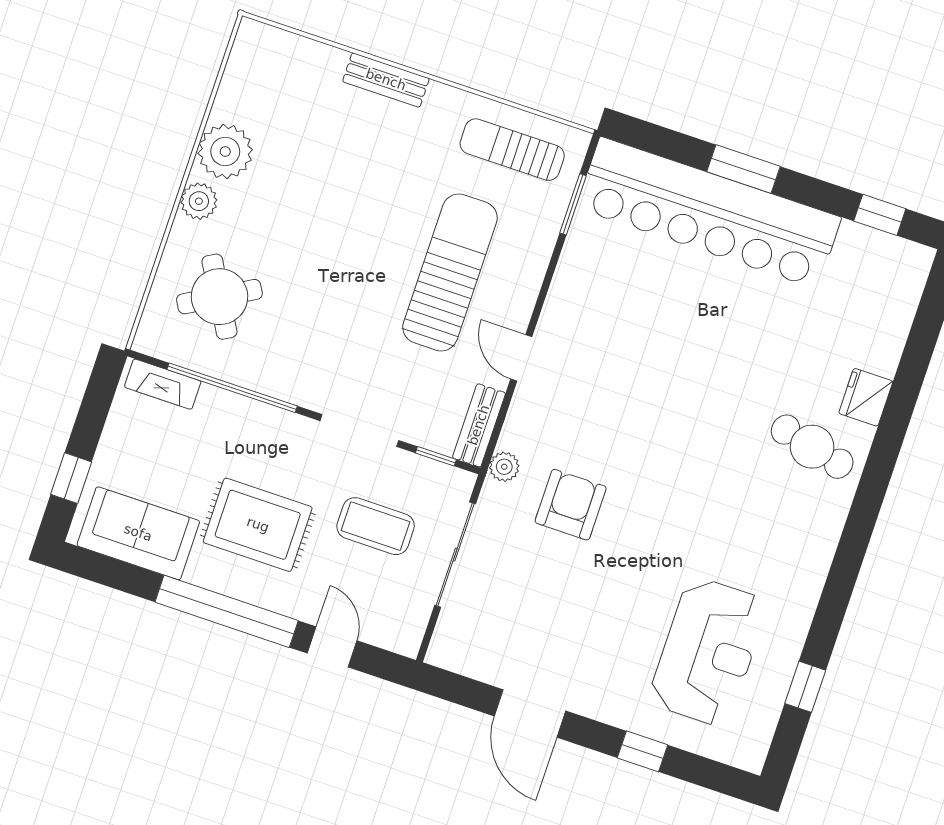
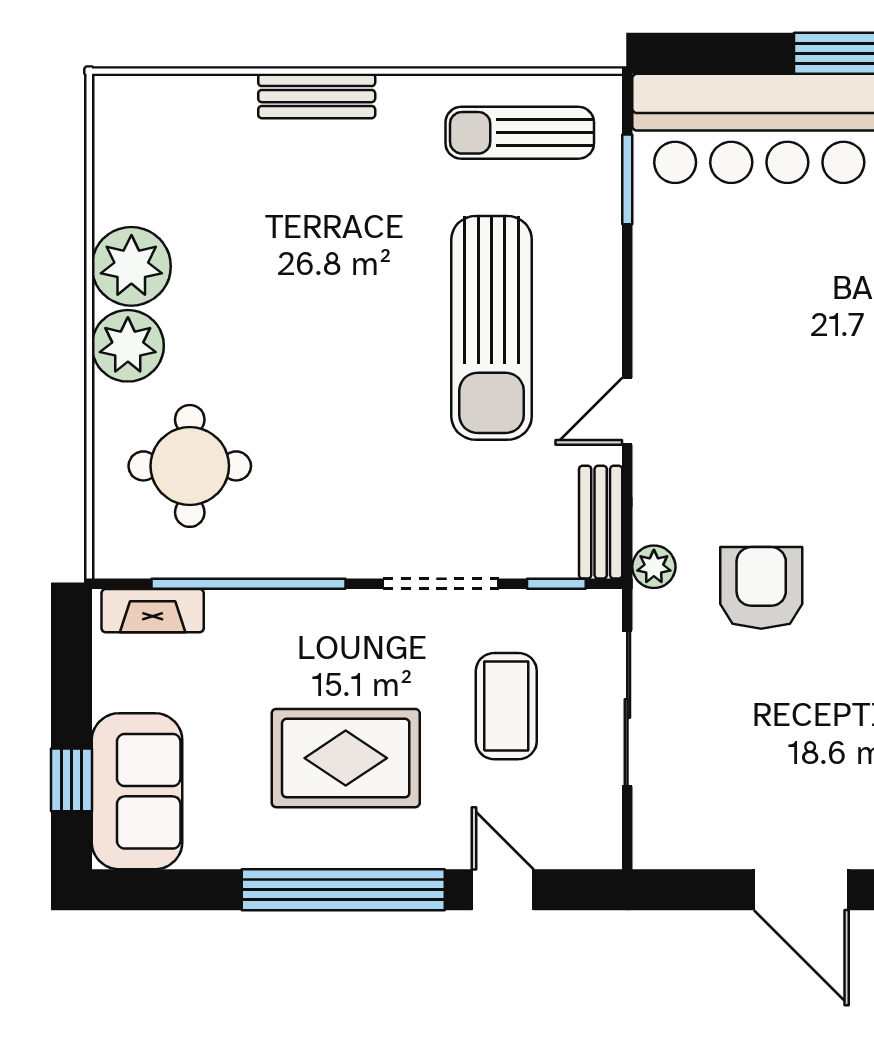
plant: (199, 201) -> (128, 346), width x1.36, depth x1.36
sun lounger: (450, 272) -> (492, 328), turned 180
round table: (219, 297) -> (190, 466), turned 30
door: (521, 358) -> (627, 411), hinge flipped
coffee table: (376, 526) -> (506, 706), turned 90
sofa: (138, 533) -> (137, 791), moved, turned 90

